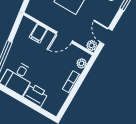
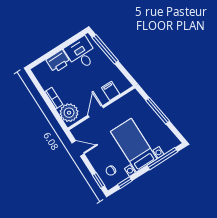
plant: (92, 45) -> (76, 132), removed
plant: (82, 63) -> (69, 113), width x1.88, depth x1.88

